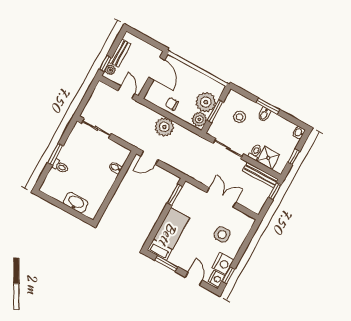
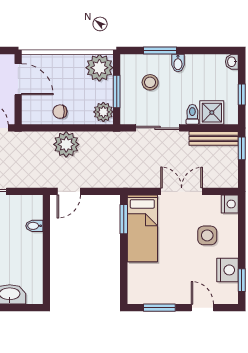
plant: (206, 102) -> (99, 68), moved
window: (268, 106) -> (160, 50), moved
bed: (168, 234) -> (142, 228), moved, turned 180
nightstand: (217, 279) -> (230, 204), moved

